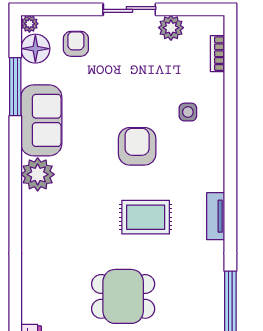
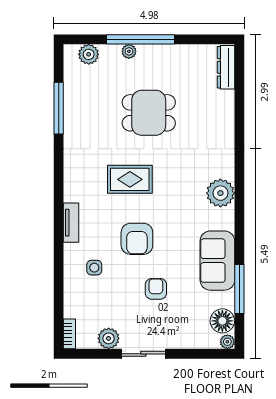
armchair: (76, 44) -> (156, 289), moved, turned 180
bookcase: (217, 54) -> (69, 334), moved
plant: (38, 174) -> (220, 193), moved
tv unit: (216, 216) -> (71, 223), moved

